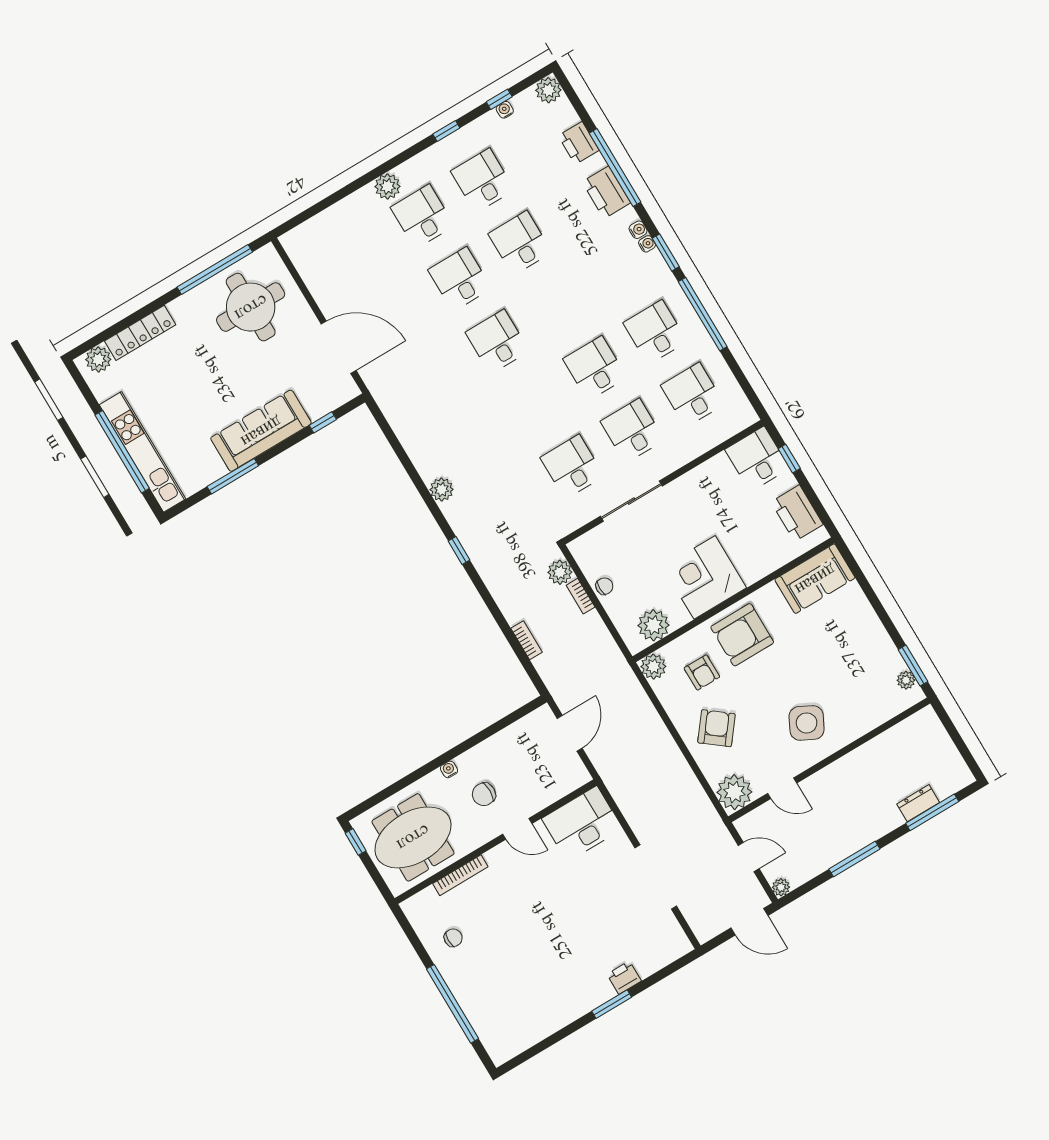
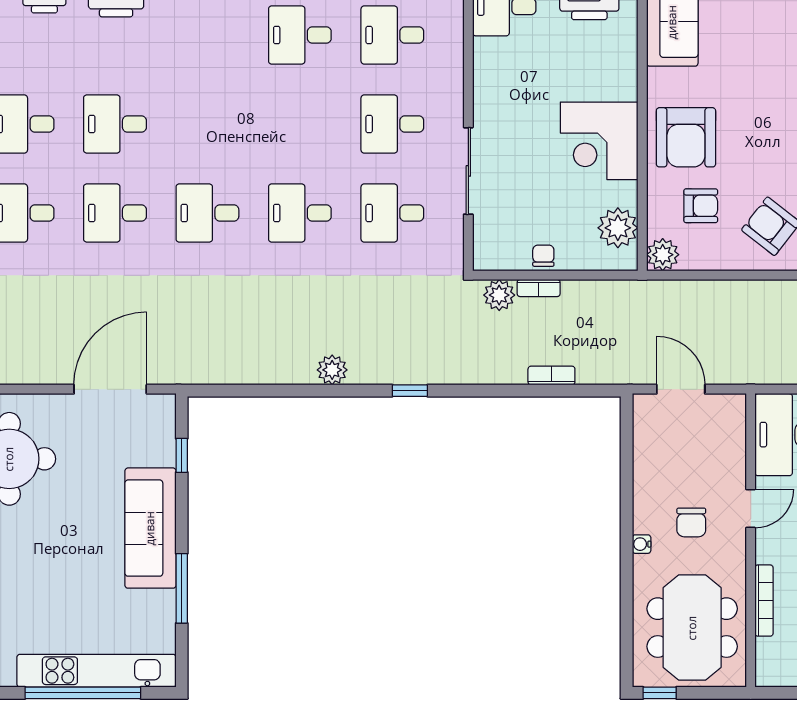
desk: (595, 368) -> (300, 213), moved

